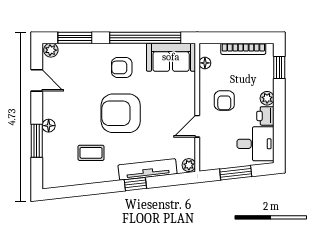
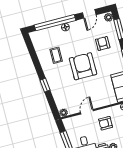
armchair: (122, 67) -> (103, 43), moved
door: (197, 126) -> (87, 112), hinge flipped
window: (37, 141) -> (55, 23), width x2.11
tv unit: (148, 169) -> (55, 90), removed

